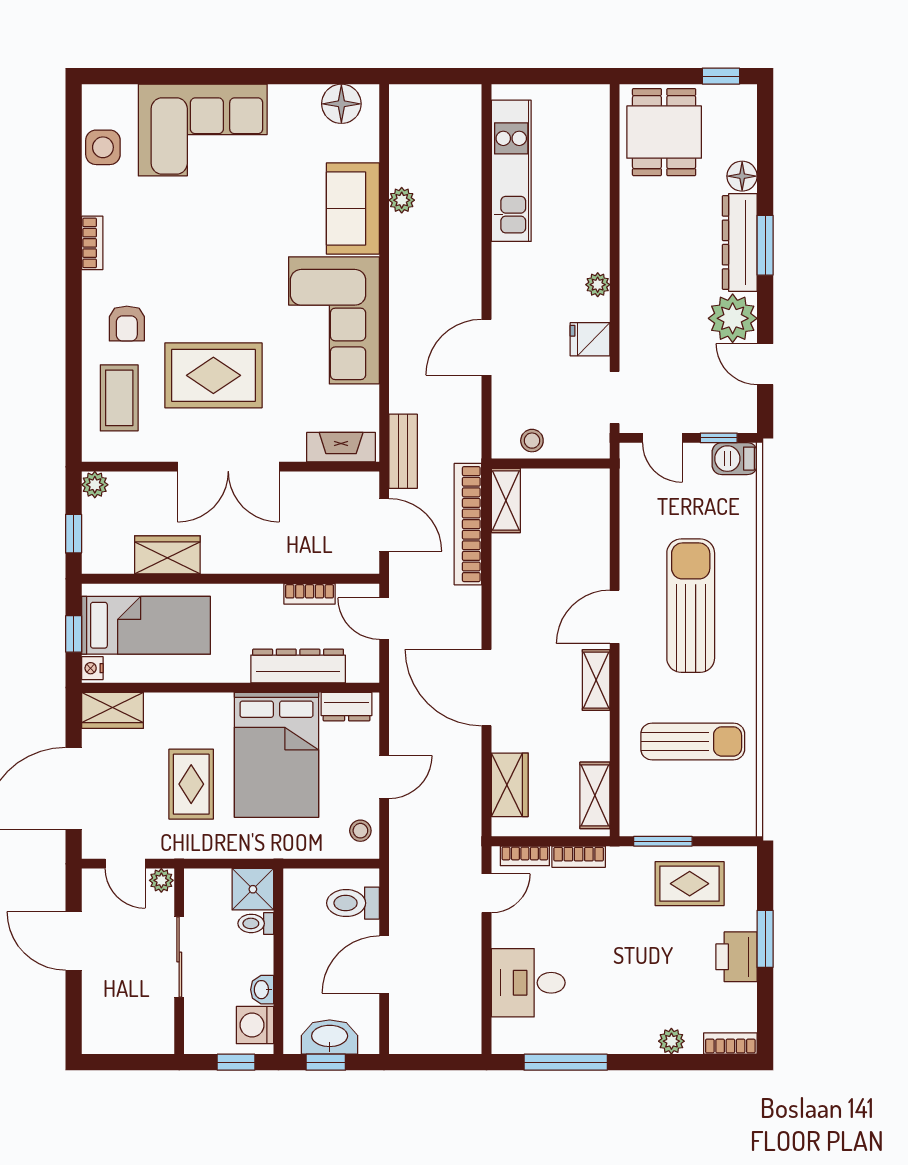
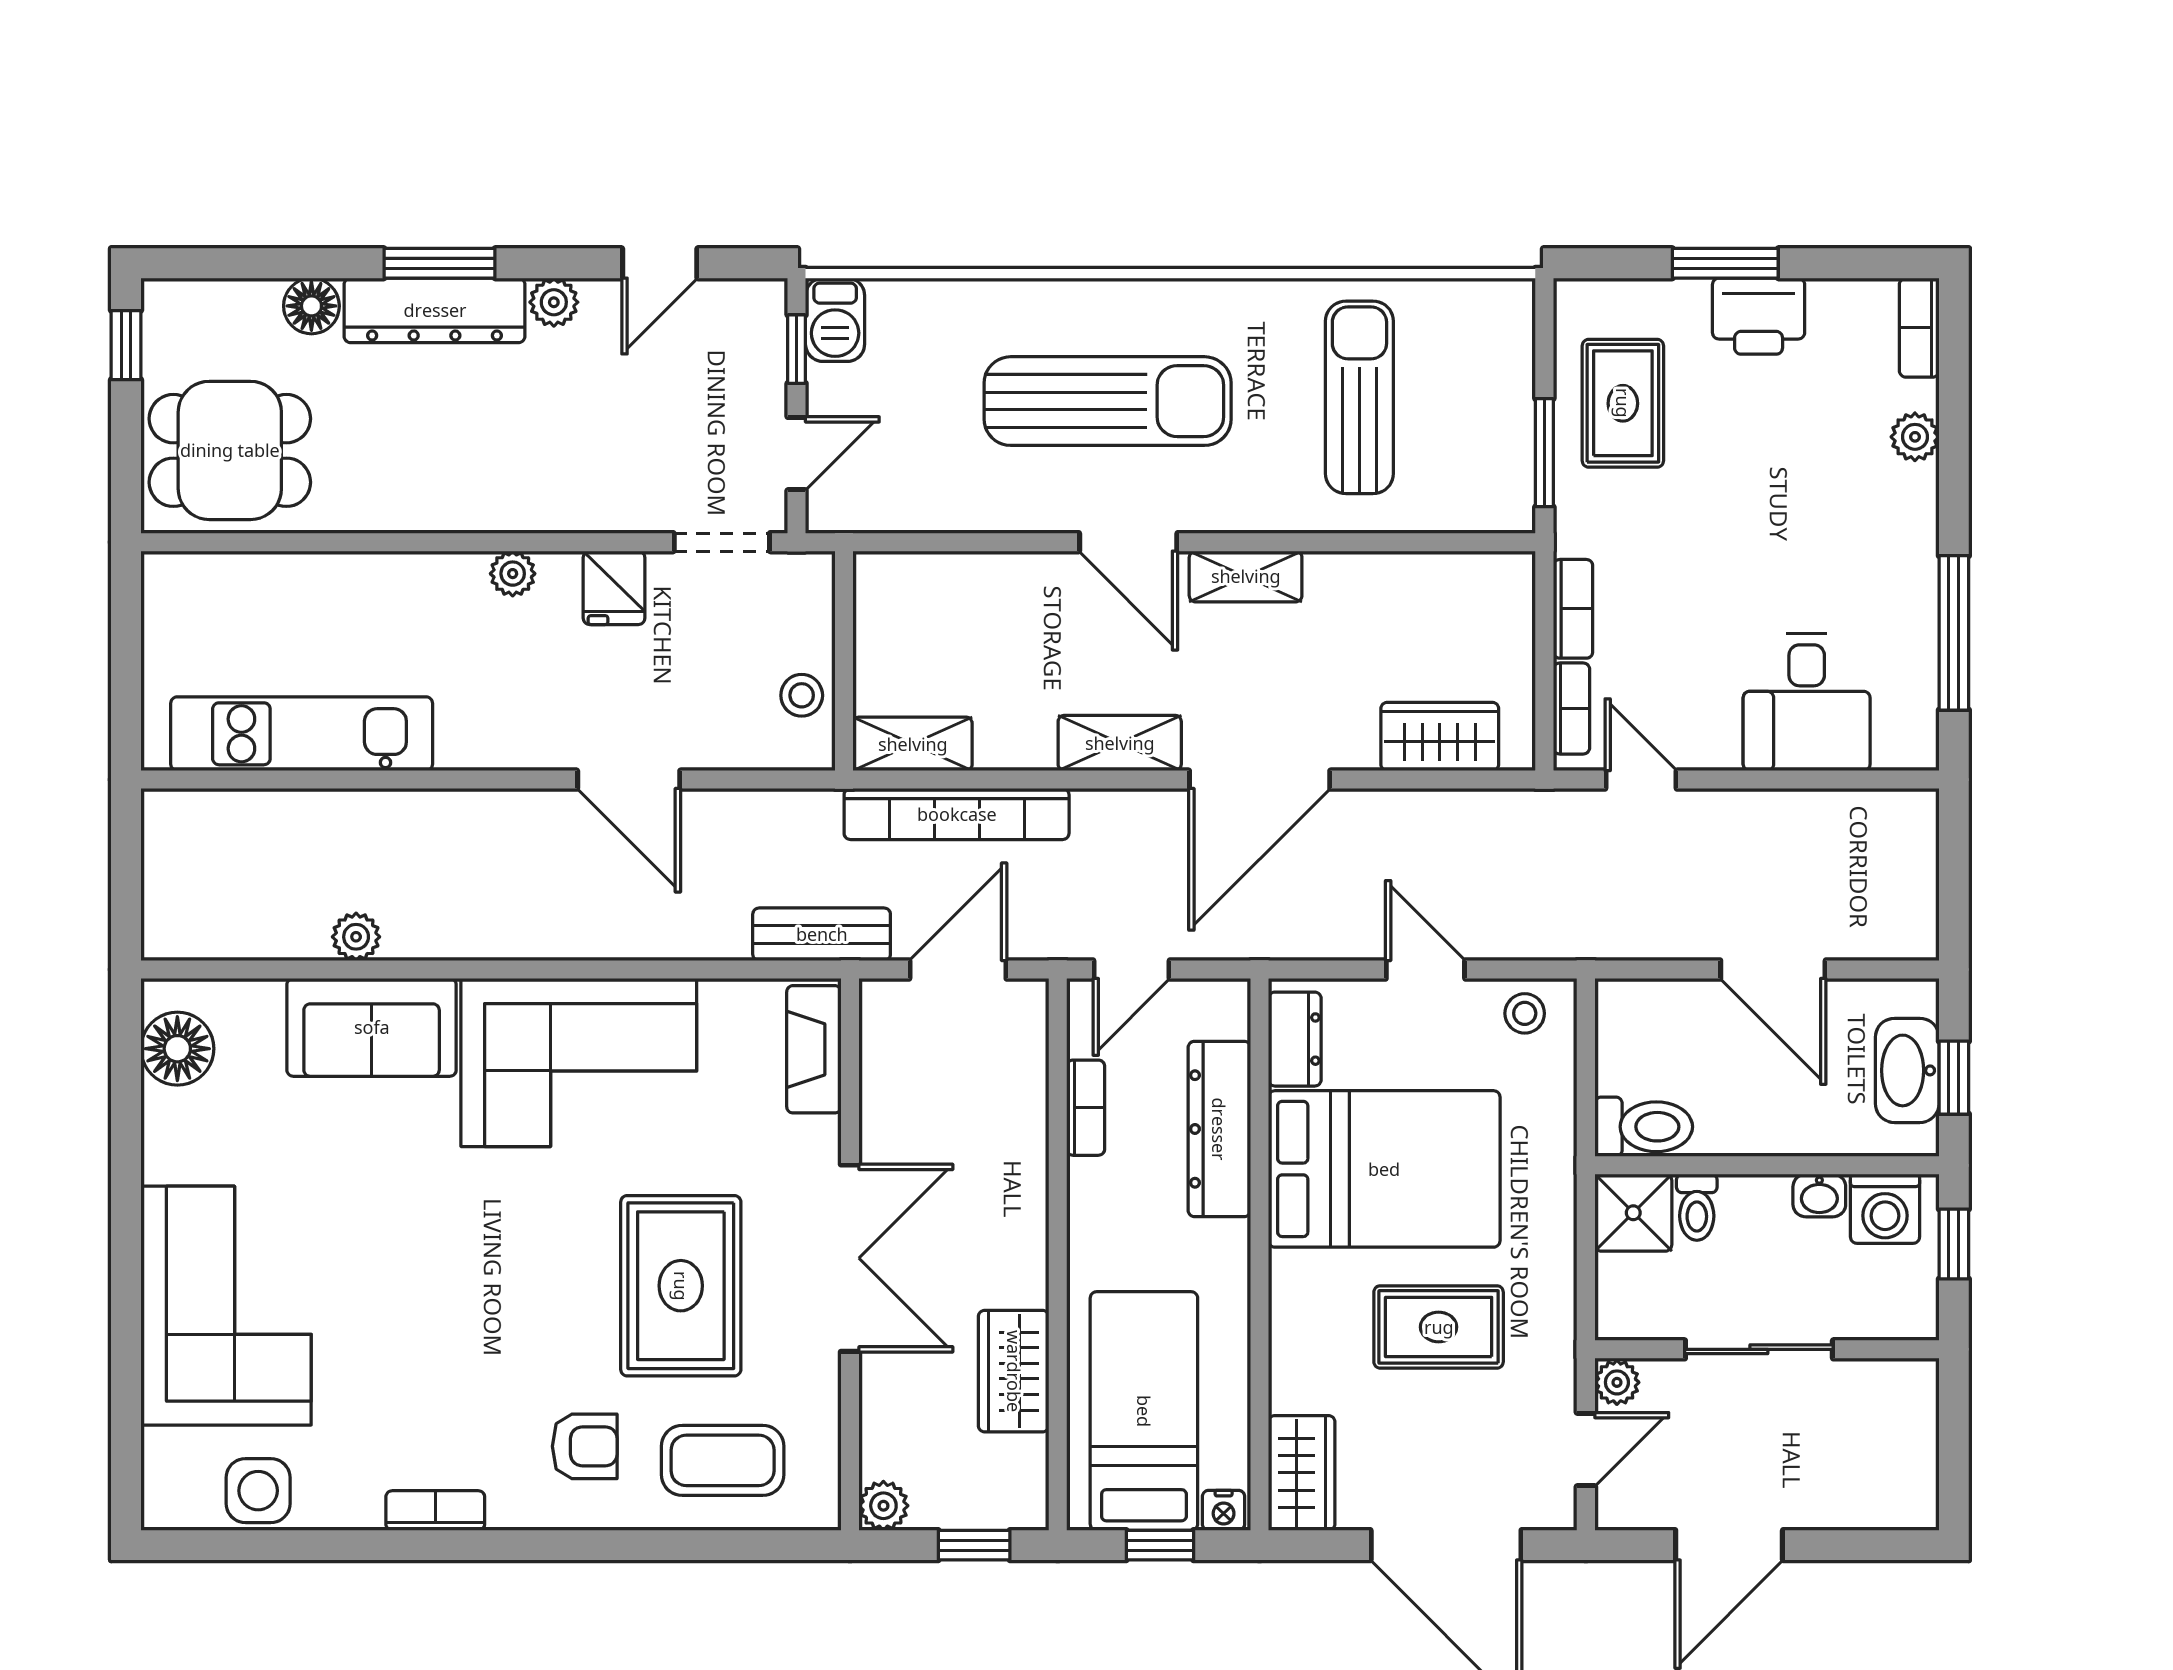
plant: (733, 318) -> (554, 302), width x0.53, depth x0.53
sun lounger: (691, 606) -> (1108, 401), turned 180
shelving: (595, 795) -> (1120, 743), moved
toilet: (353, 903) -> (1644, 1127), moved, turned -90

